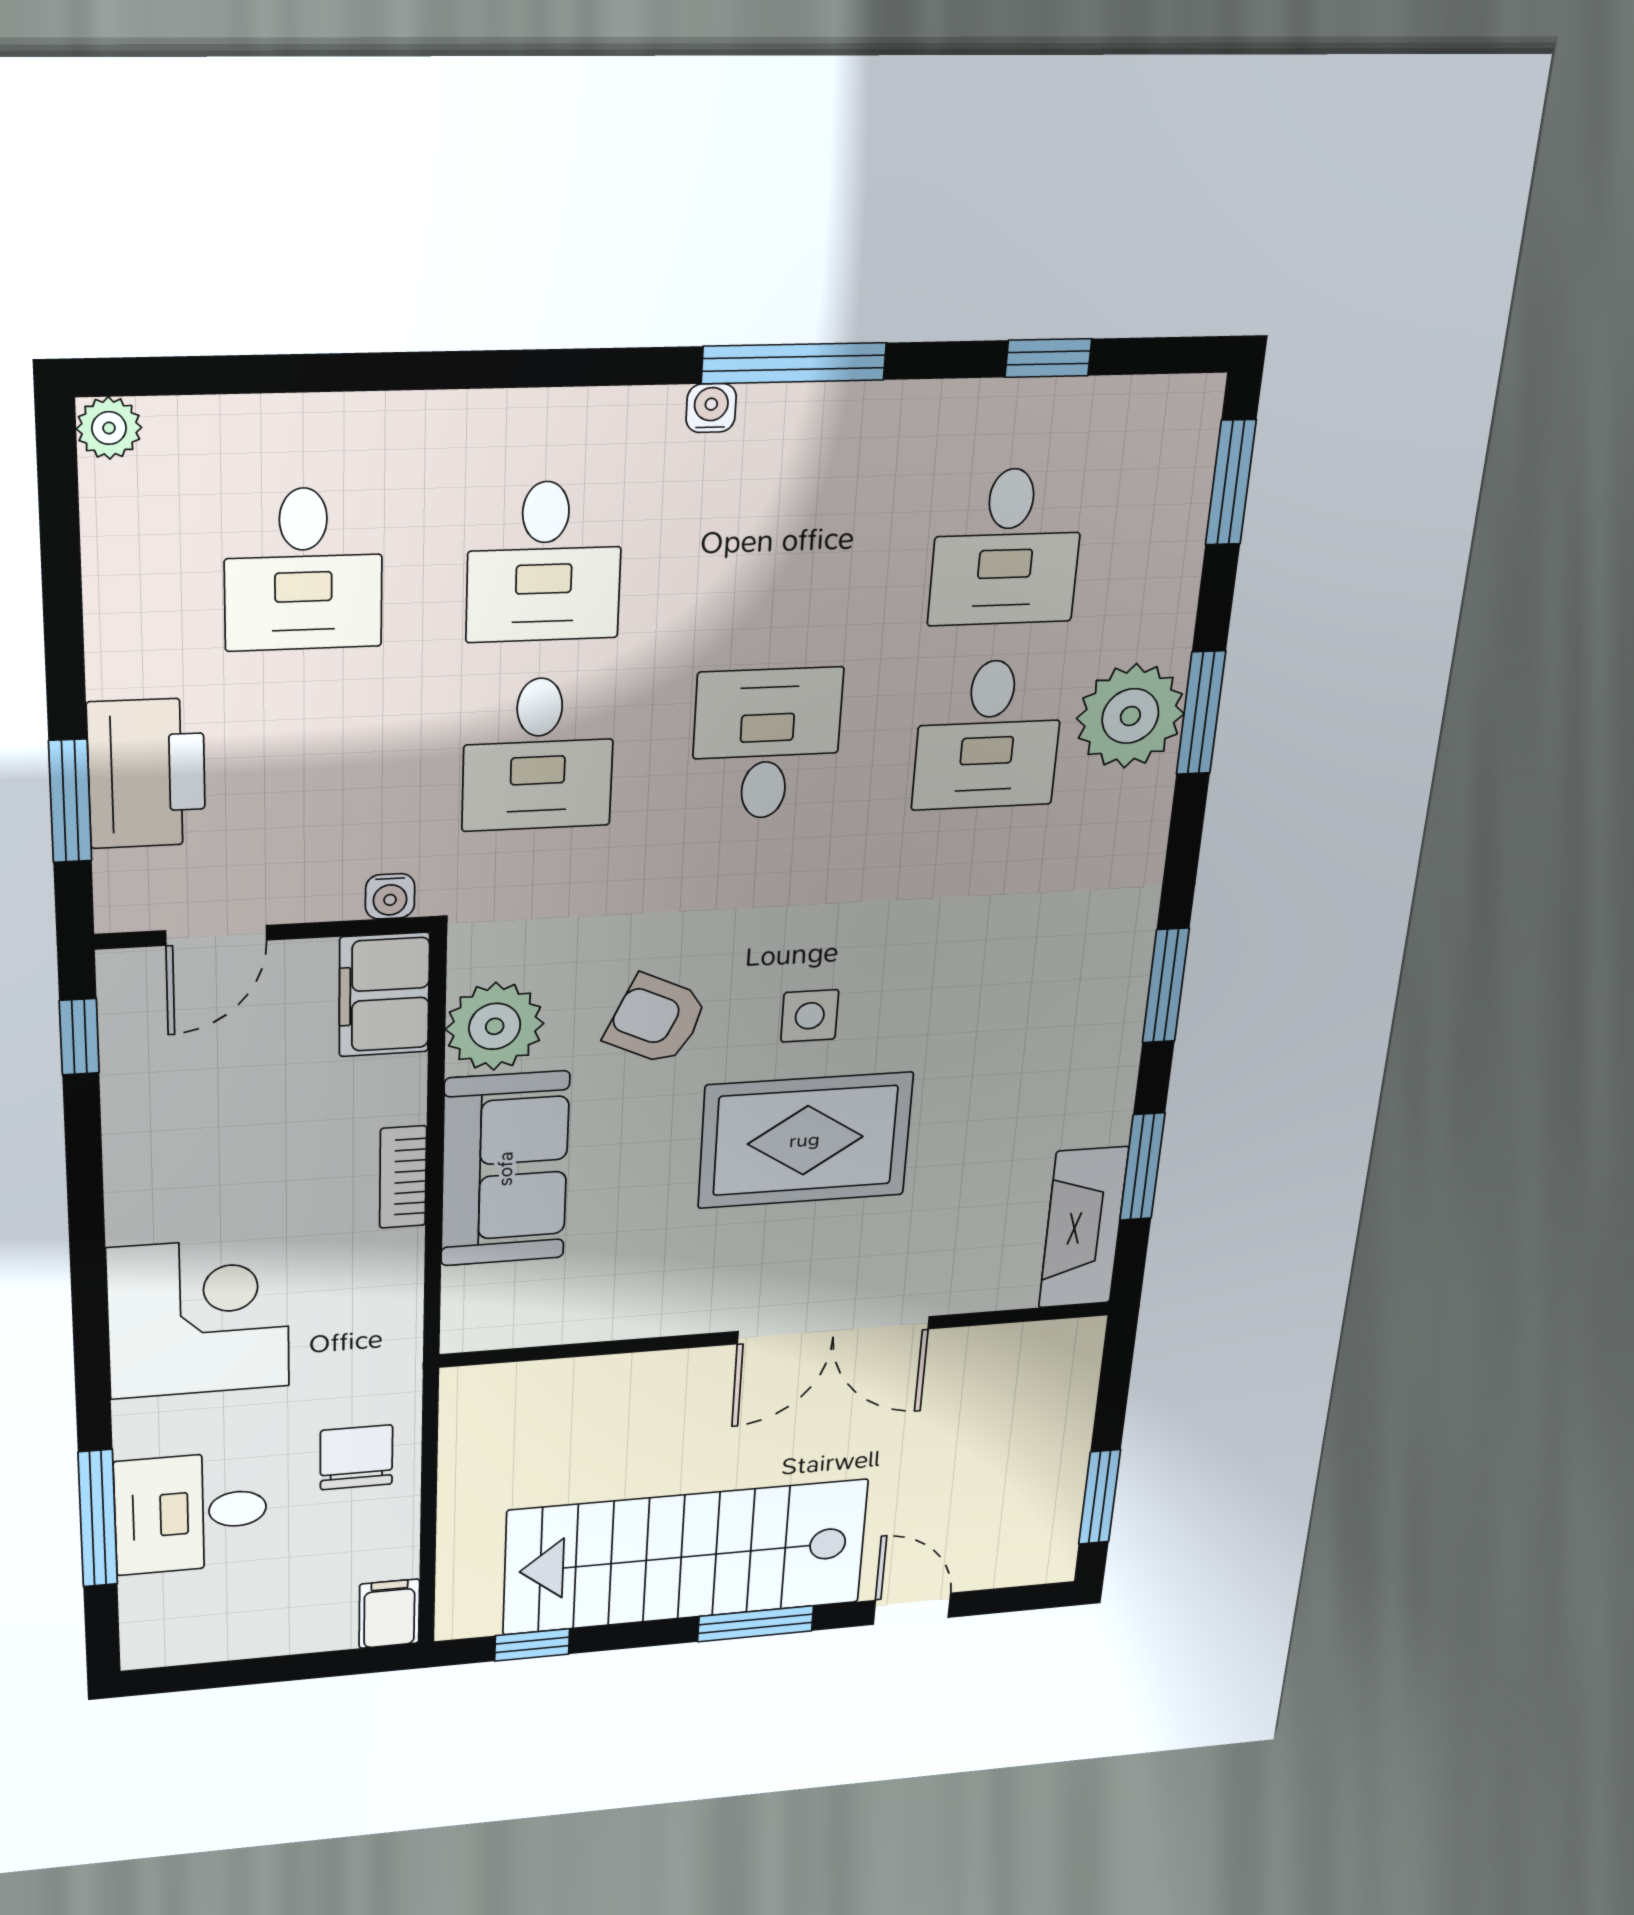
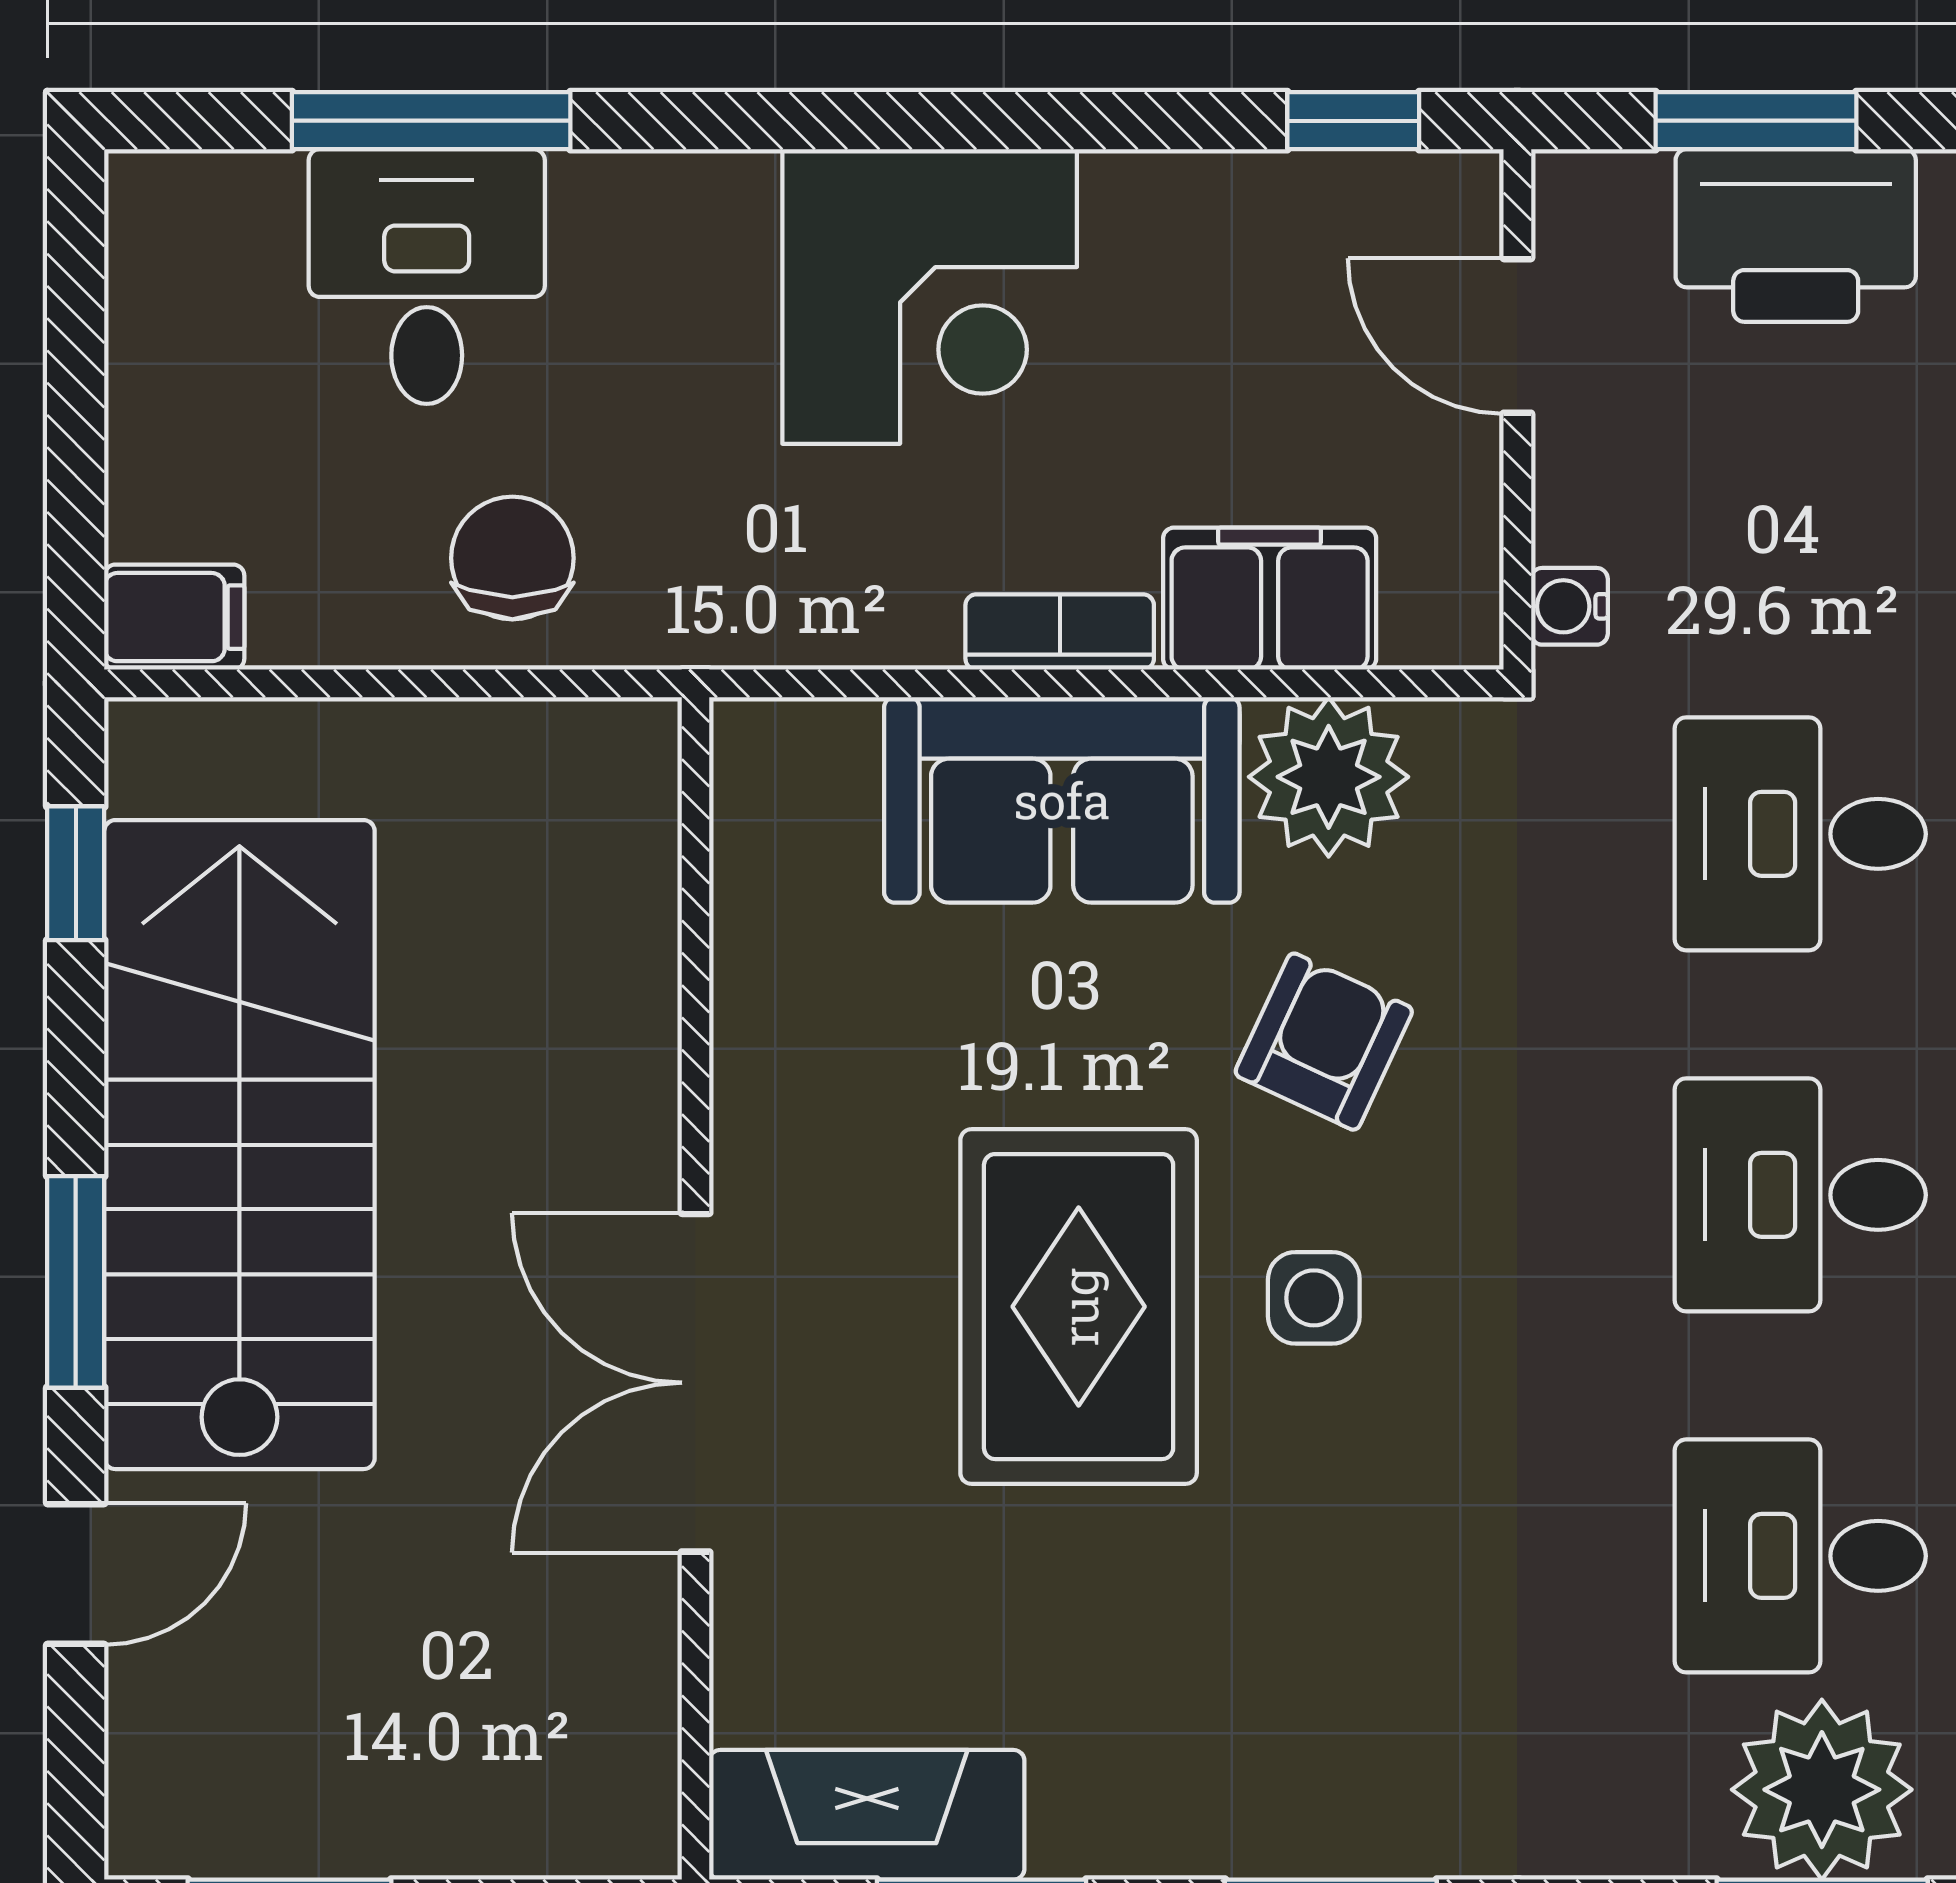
desk: (766, 744) -> (1800, 1195), turned 180
filing cabinet: (384, 995) -> (1270, 599), moved
corner desk: (199, 1318) -> (930, 296), moved
chair: (356, 1457) -> (512, 558), turned -90

